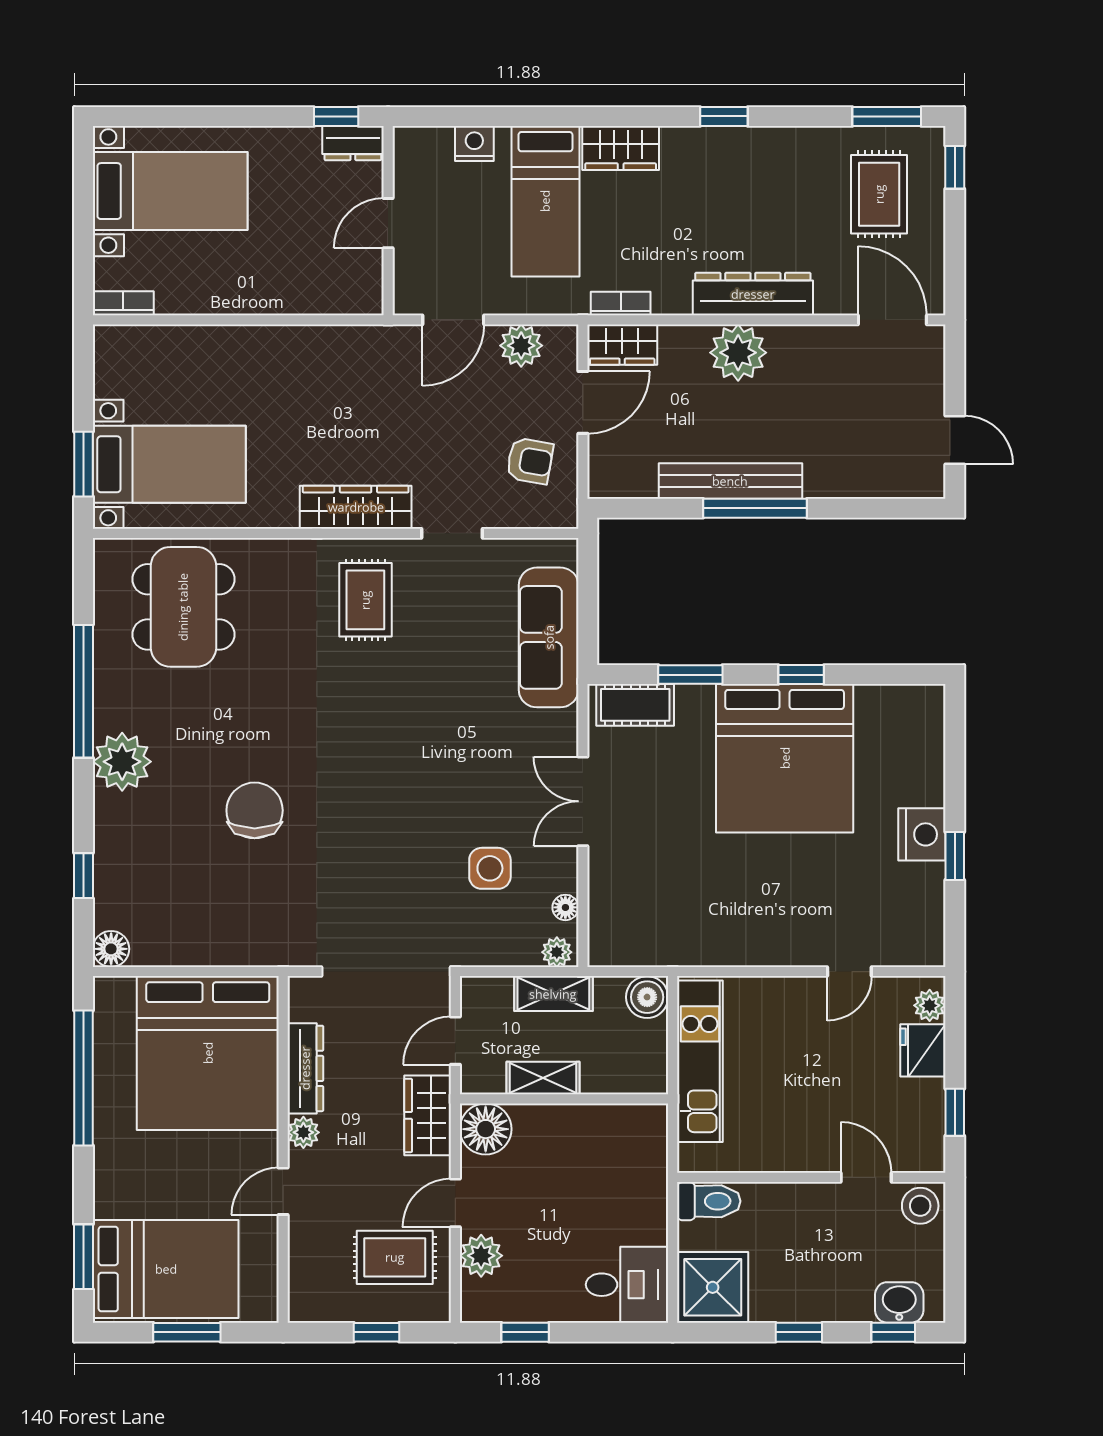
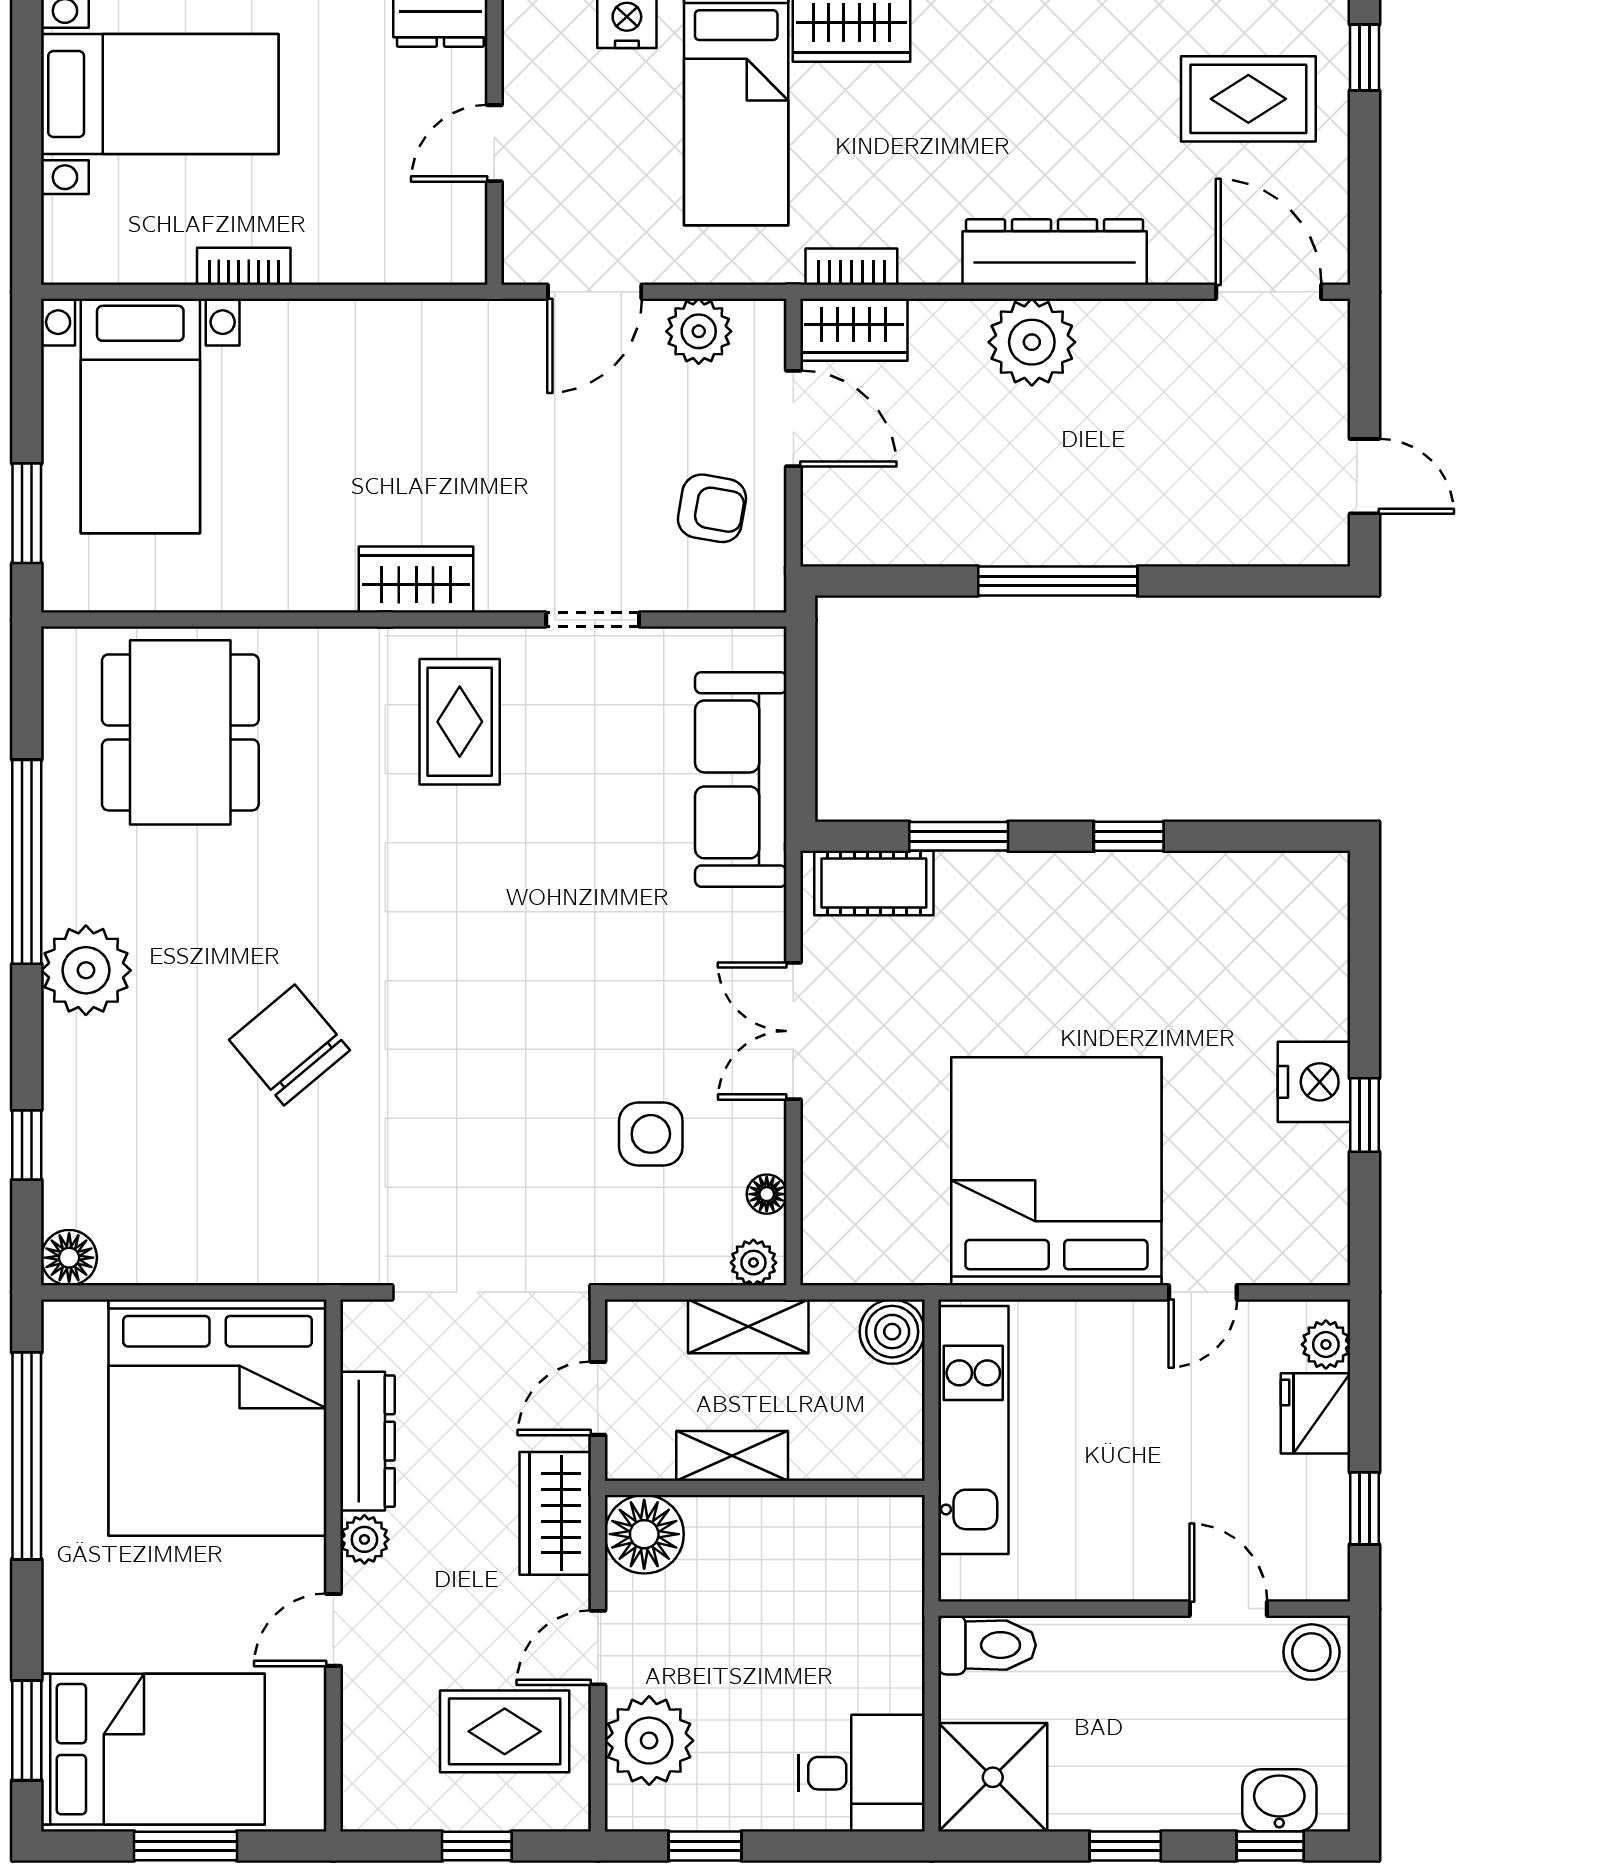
rug: (879, 194) -> (1248, 99), turned 90
bookcase: (123, 303) -> (244, 266), moved
door: (583, 402) -> (793, 418), hinge flipped
bed with nightstands: (169, 464) -> (140, 416), moved, turned 90
bench: (730, 481) -> (1020, 539), removed
wardrobe: (356, 507) -> (416, 580), width x0.67
bed: (785, 758) -> (1056, 1171), moved, turned 180
chair: (255, 810) -> (289, 1045), turned -40
plant: (481, 1256) -> (649, 1741), width x1.36, depth x1.36

